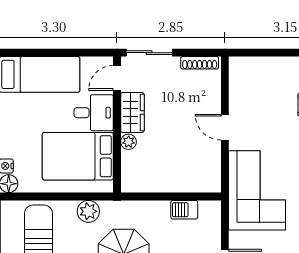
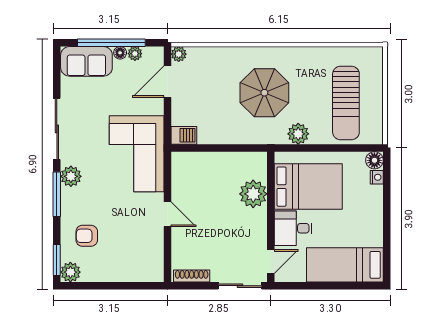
wardrobe: (132, 112) -> (256, 228), removed
plant: (129, 142) -> (253, 194), width x1.87, depth x1.87
barbecue: (184, 210) -> (184, 135), moved

